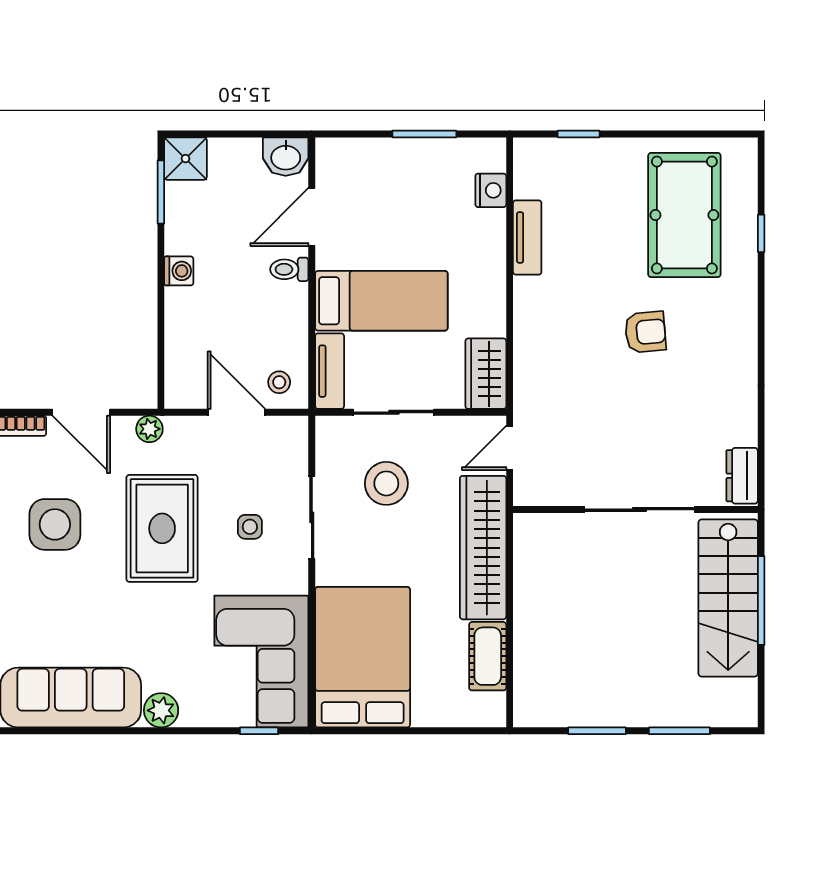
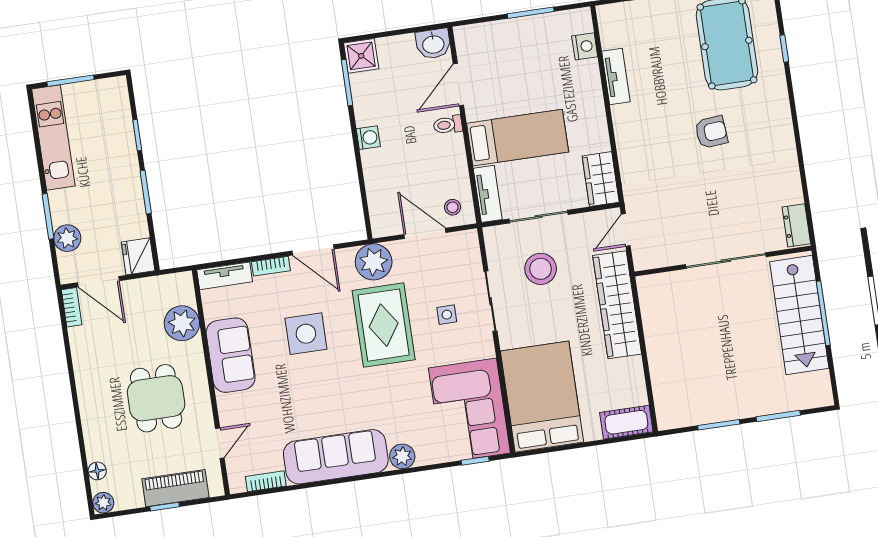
plant: (149, 429) -> (374, 262), width x1.88, depth x1.88
cot: (488, 656) -> (626, 422), moved, turned 90

